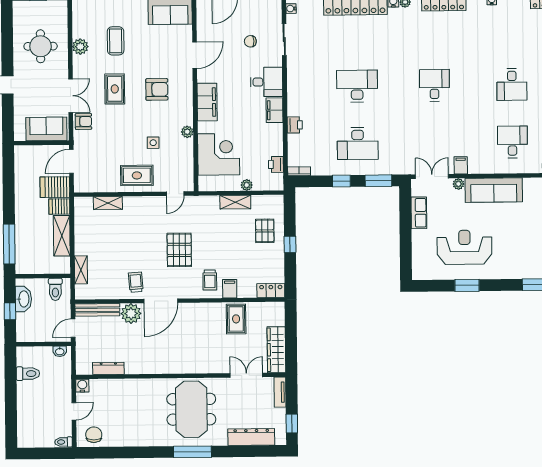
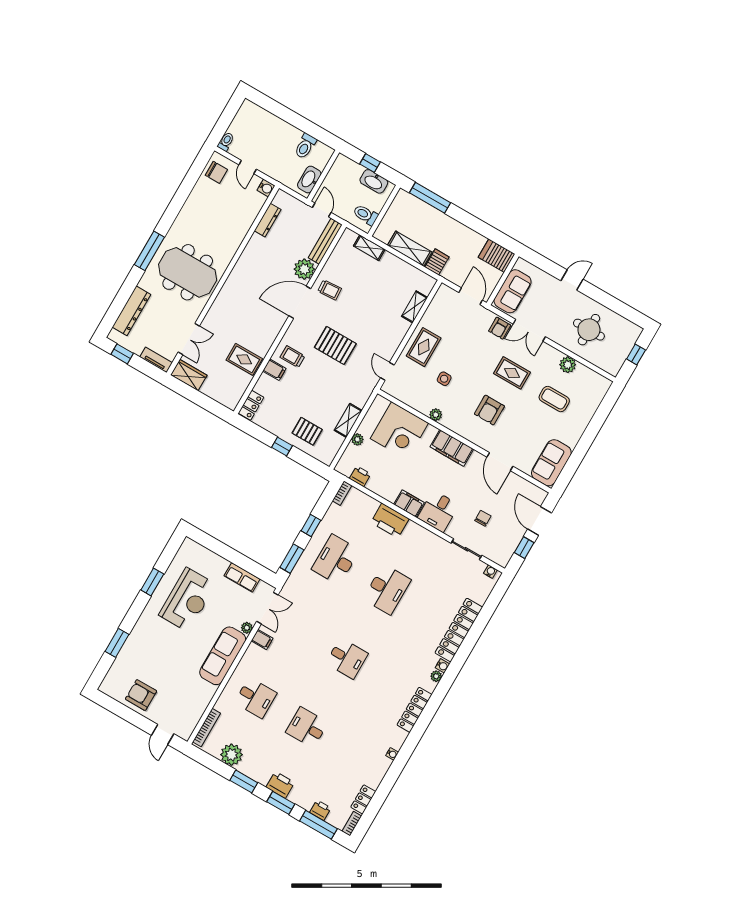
printer: (295, 125) -> (390, 521), width x1.87, depth x1.48
server rack: (55, 187) -> (497, 256), moved, turned -90
door: (161, 301) -> (300, 302), hinge flipped
wardrobe: (276, 350) -> (189, 375), width x0.67
washbasin: (60, 351) -> (309, 179), width x1.91, depth x1.45

